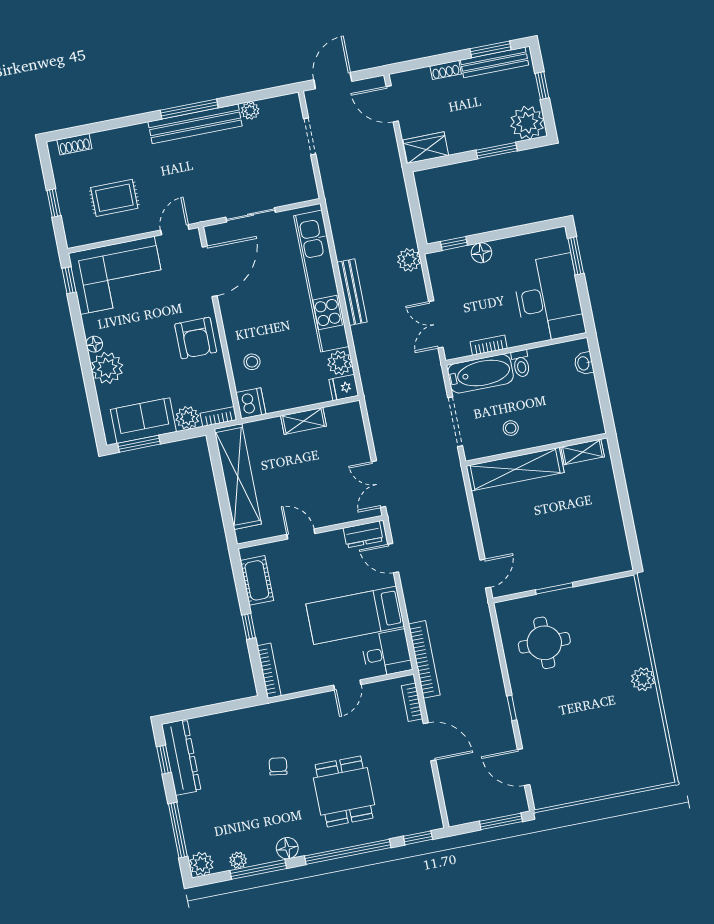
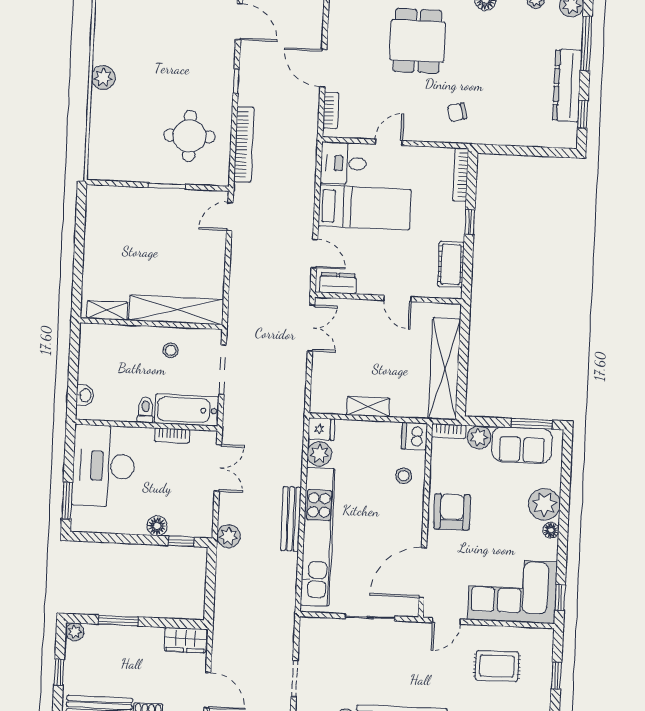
plant: (527, 123) -> (75, 632), width x0.53, depth x0.53
bookcase: (424, 659) -> (244, 144), moved, turned 180
dresser: (181, 757) -> (567, 85), moved
chair: (278, 766) -> (457, 112), moved, turned 68

